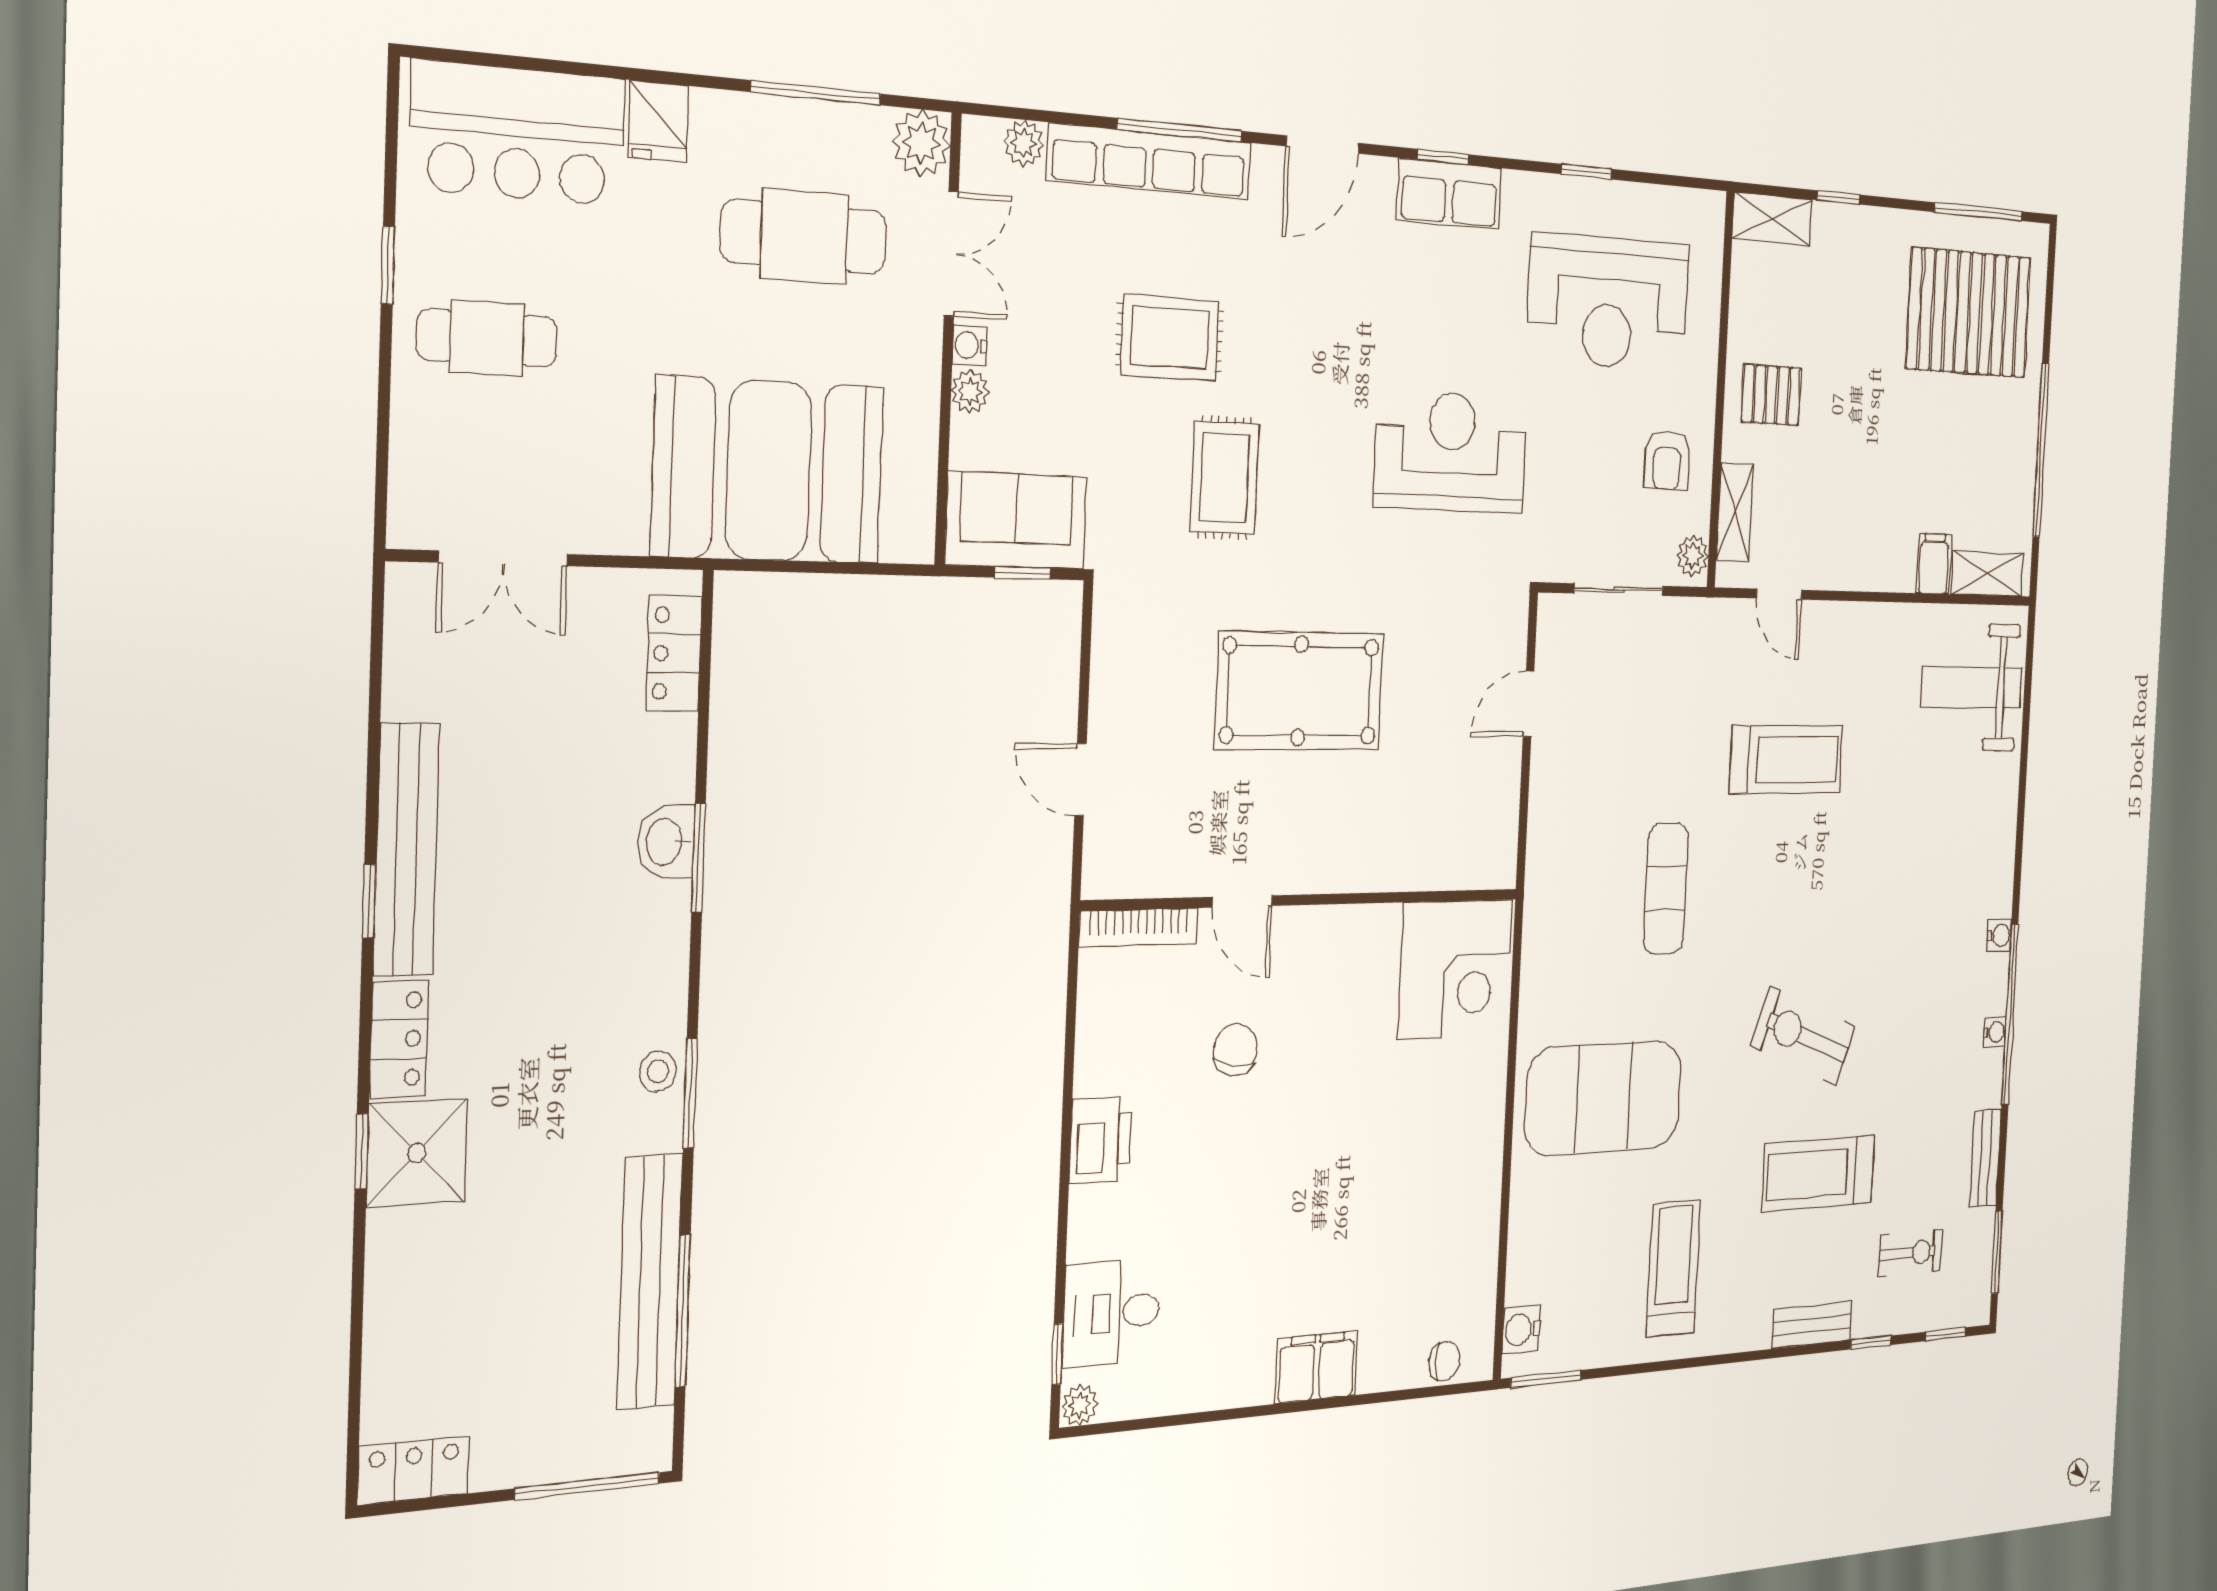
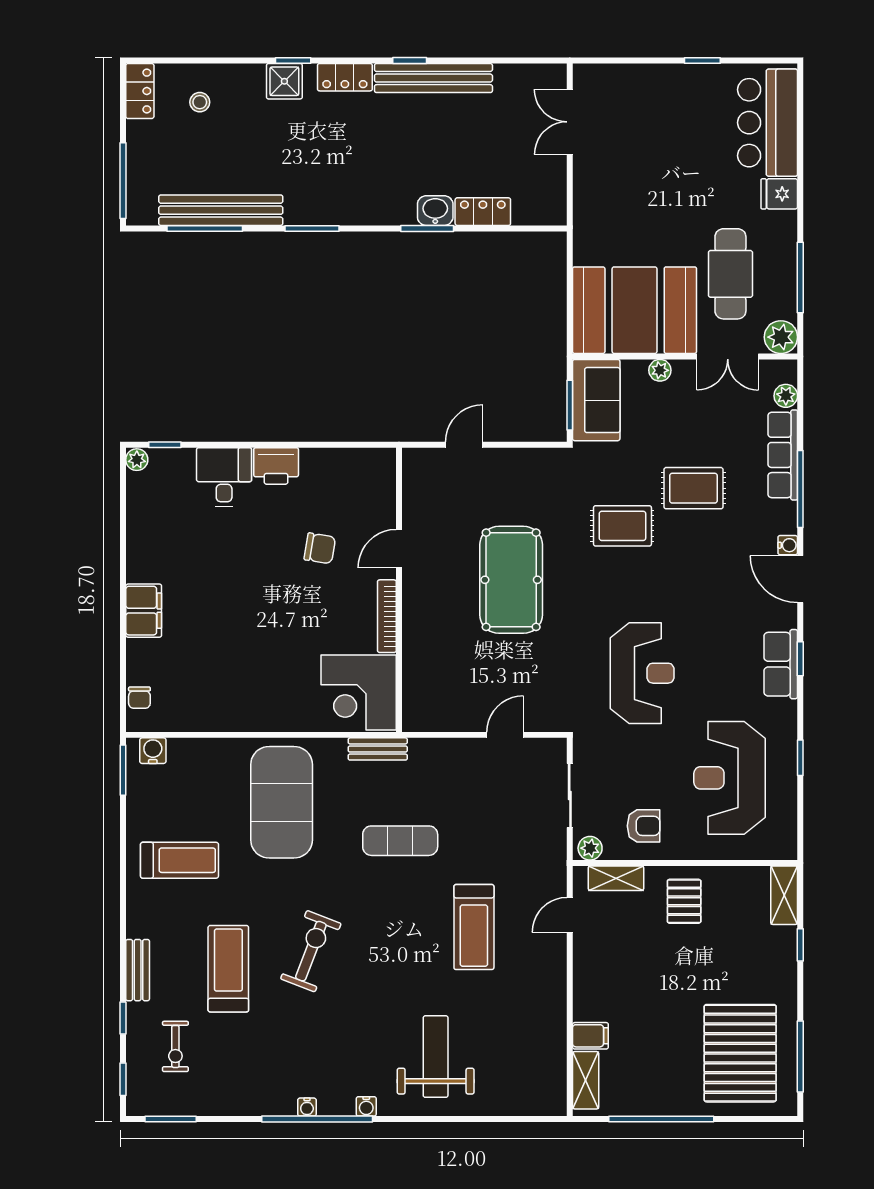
row of seats: (1150, 161) -> (783, 455), width x0.73
cafe table: (487, 338) -> (672, 110), removed
rug: (1170, 338) -> (693, 488), turned 90
water cooler: (970, 345) -> (788, 545), moved, turned 90
armchair: (1667, 460) -> (644, 826), turned 180
booth: (769, 471) -> (635, 310), moved, turned 90
window: (1022, 573) -> (570, 405), width x1.50
locker: (674, 653) -> (483, 212), moved
weight bench: (1972, 687) -> (436, 1057), moved
door: (1529, 704) -> (505, 735), hinge flipped
bookcase: (1139, 927) -> (387, 616), moved
stool: (658, 1071) -> (200, 102), moved
shower: (417, 1153) -> (284, 81), width x0.73, depth x0.73
bench: (1985, 1158) -> (378, 749), moved
desk: (1112, 1313) -> (224, 477), moved

